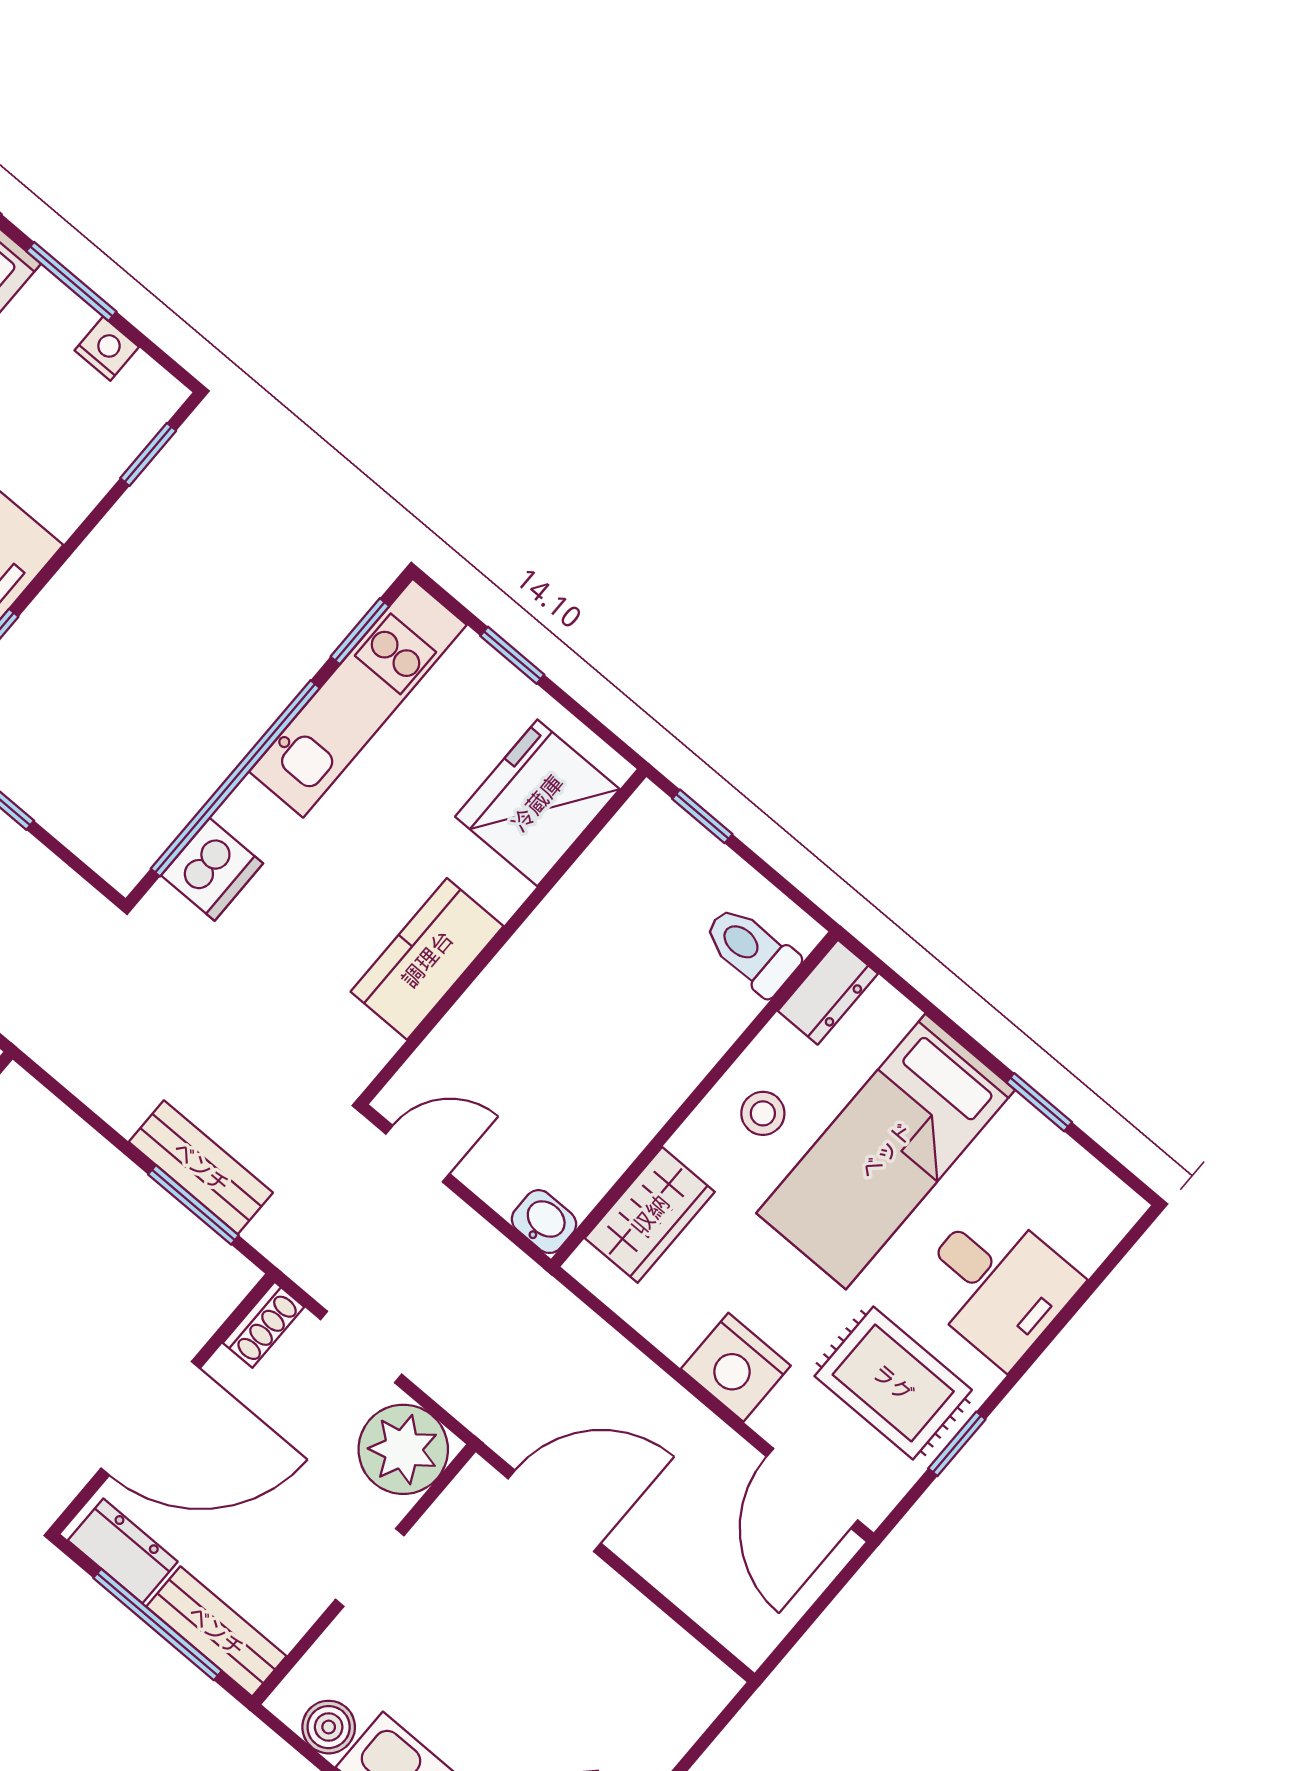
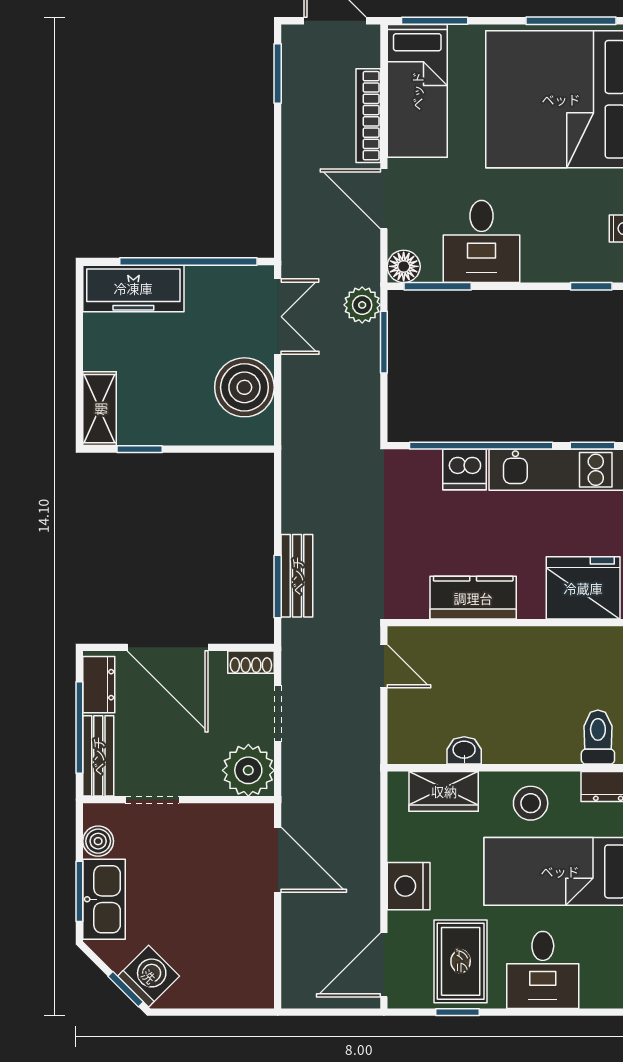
dishwasher: (212, 869) -> (465, 469), moved
stool: (763, 1113) -> (531, 803), width x1.37, depth x1.37
washbasin: (544, 1222) -> (464, 750), moved, turned -90
doorway: (370, 1567) -> (152, 800), moved

